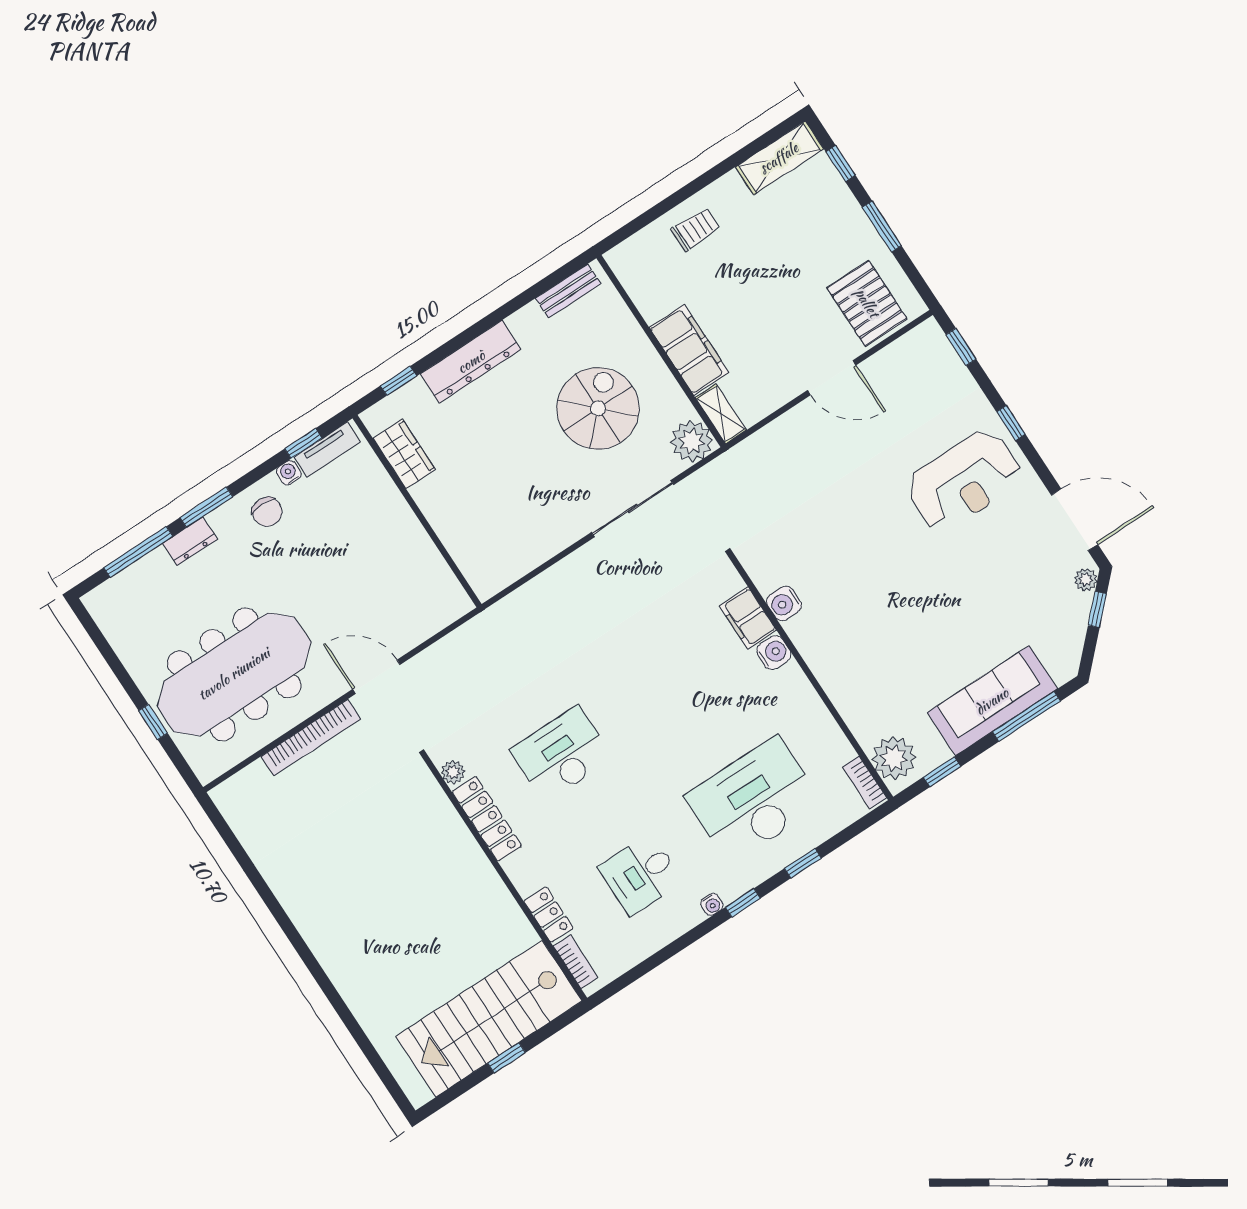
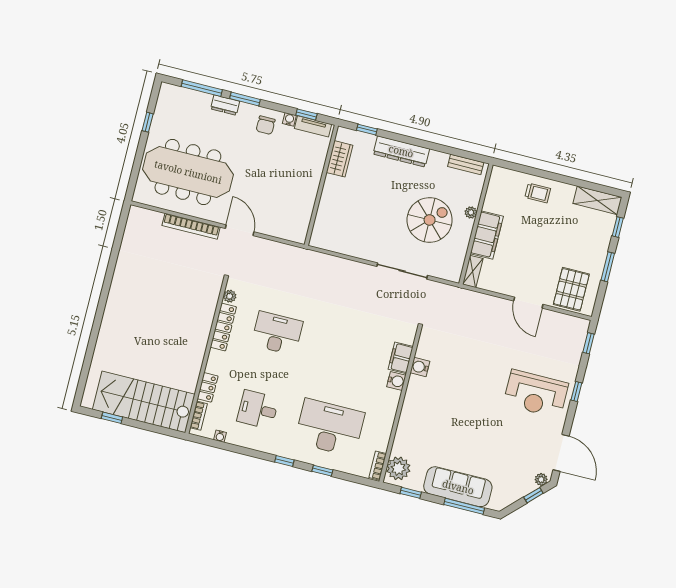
plant: (692, 441) -> (471, 212), moved, width x0.53, depth x0.53
window: (153, 722) -> (148, 122), moved
water cooler: (712, 904) -> (220, 436), moved
window: (507, 1058) -> (112, 418), moved

